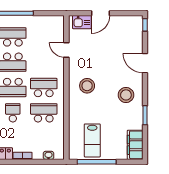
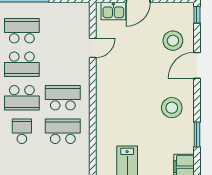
door: (66, 50) -> (93, 48), swing flipped
door: (145, 63) -> (197, 65), hinge flipped
stool: (87, 86) -> (173, 41), moved

